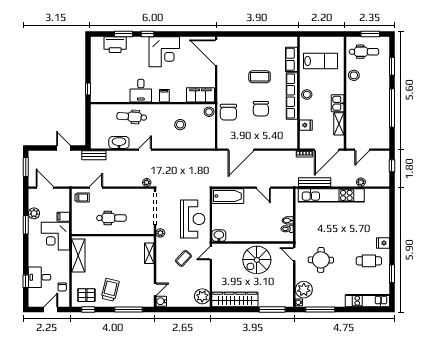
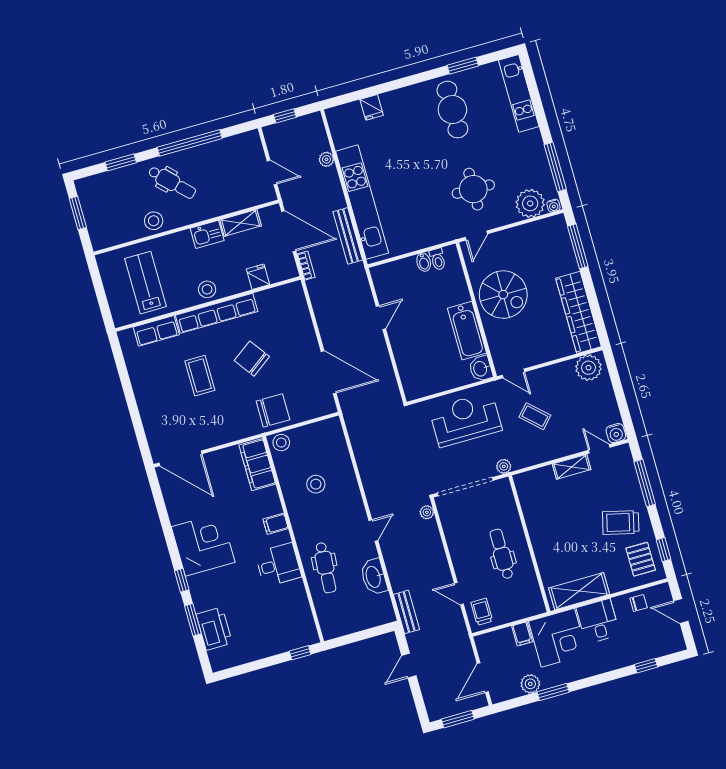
dental chair: (364, 52) -> (172, 182), moved, turned 135
door: (216, 53) -> (180, 458), hinge flipped
chair: (261, 109) -> (252, 359), turned -126
door: (145, 150) -> (373, 530), swing flipped
bathtub: (228, 196) -> (467, 331), moved, turned 180
fridge: (383, 243) -> (372, 107), moved
shelving: (149, 253) -> (572, 467), moved
cafe table: (369, 261) -> (452, 110), width x1.37, depth x1.35
desk: (39, 277) -> (598, 621), moved, turned 180

